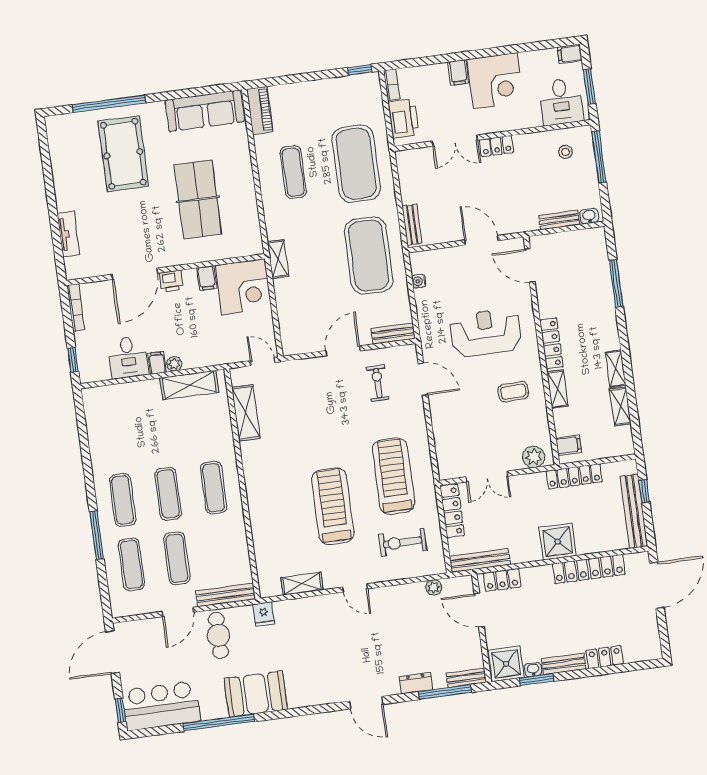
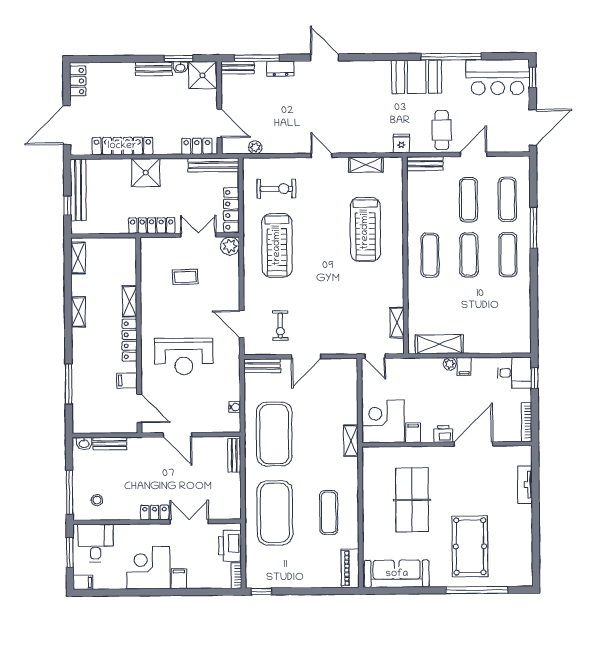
desk: (128, 357) -> (514, 373), moved, turned 90
coffee table: (513, 392) -> (185, 277), moved
shelving: (620, 406) -> (78, 258), moved
shelving: (246, 413) -> (397, 323), width x0.67, depth x0.75
filing cabinet: (569, 445) -> (127, 380), moved
plant: (534, 457) -> (230, 246), moved
locker: (574, 476) -> (152, 226), moved
treadmill: (333, 506) -> (365, 229), moved
bench: (225, 595) -> (425, 164), width x0.73
locker: (605, 657) -> (78, 81), moved, turned -90

